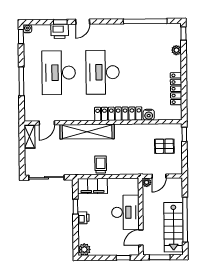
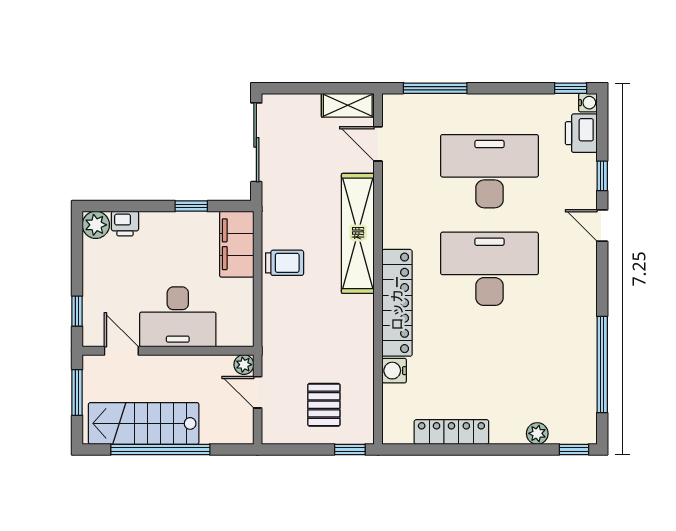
printer: (60, 31) -> (581, 133), moved
window: (21, 81) -> (435, 88), moved
printer: (83, 218) -> (125, 224), moved

